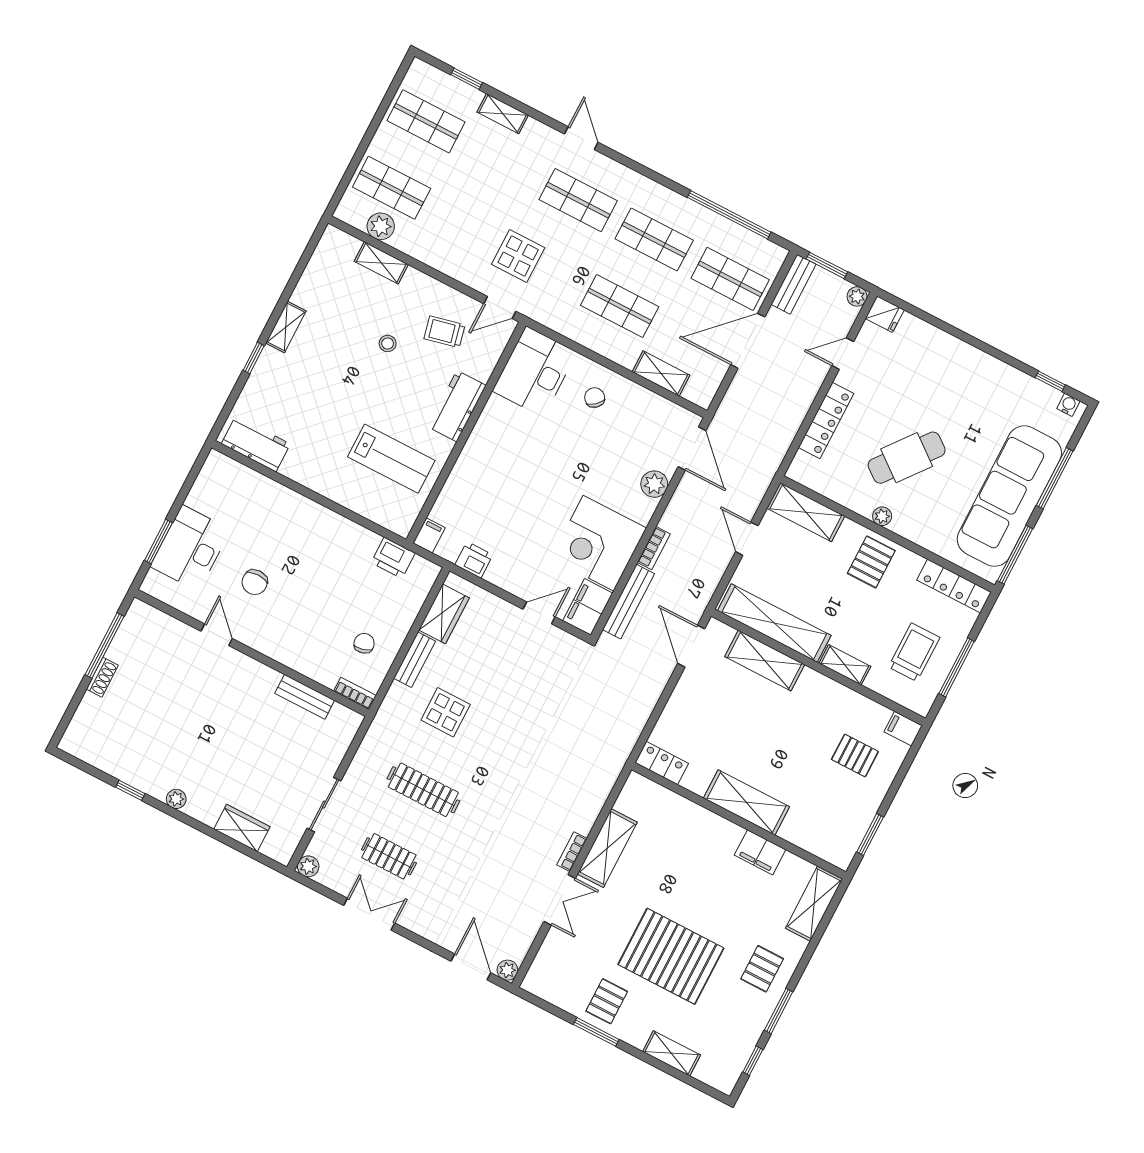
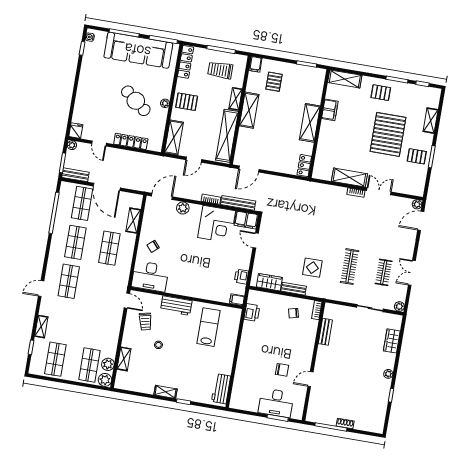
plant: (351, 210) -> (105, 380), added
display table: (518, 256) -> (102, 300), removed
shelving: (765, 661) -> (249, 110), moved

